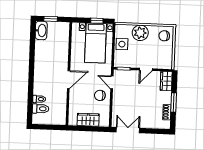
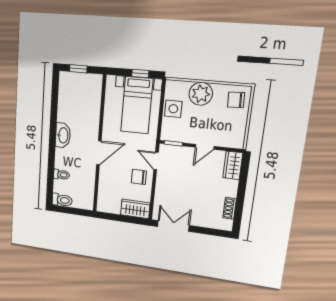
washbasin: (41, 30) -> (63, 135), moved
window: (174, 102) -> (241, 196), removed
toilet: (41, 109) -> (62, 200), moved
wardrobe: (88, 120) -> (135, 209), moved

